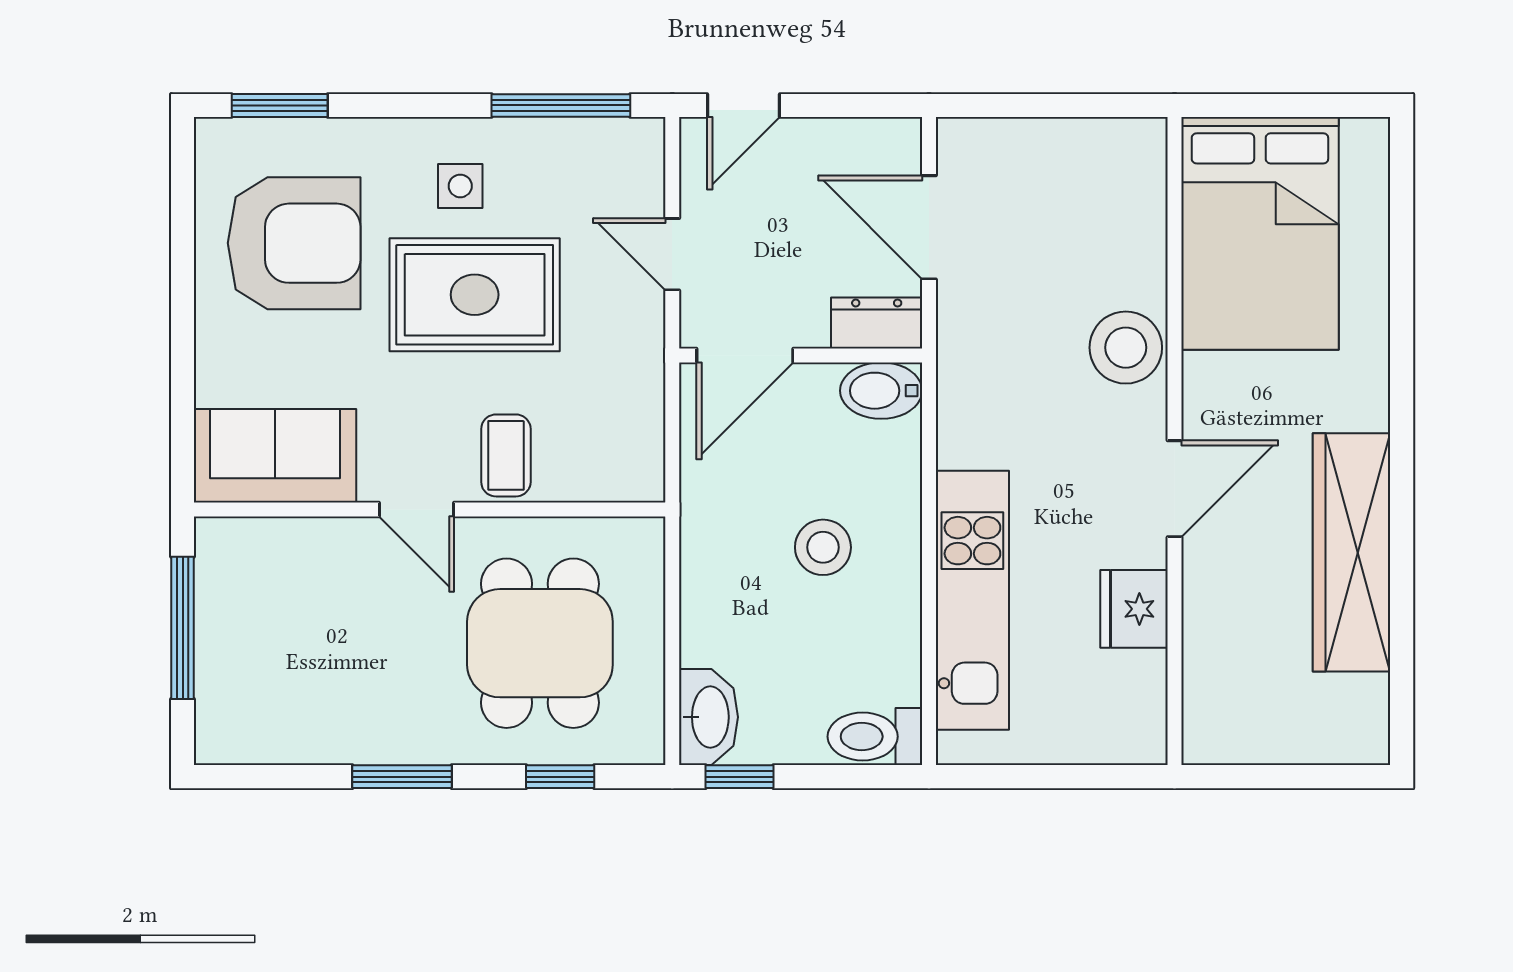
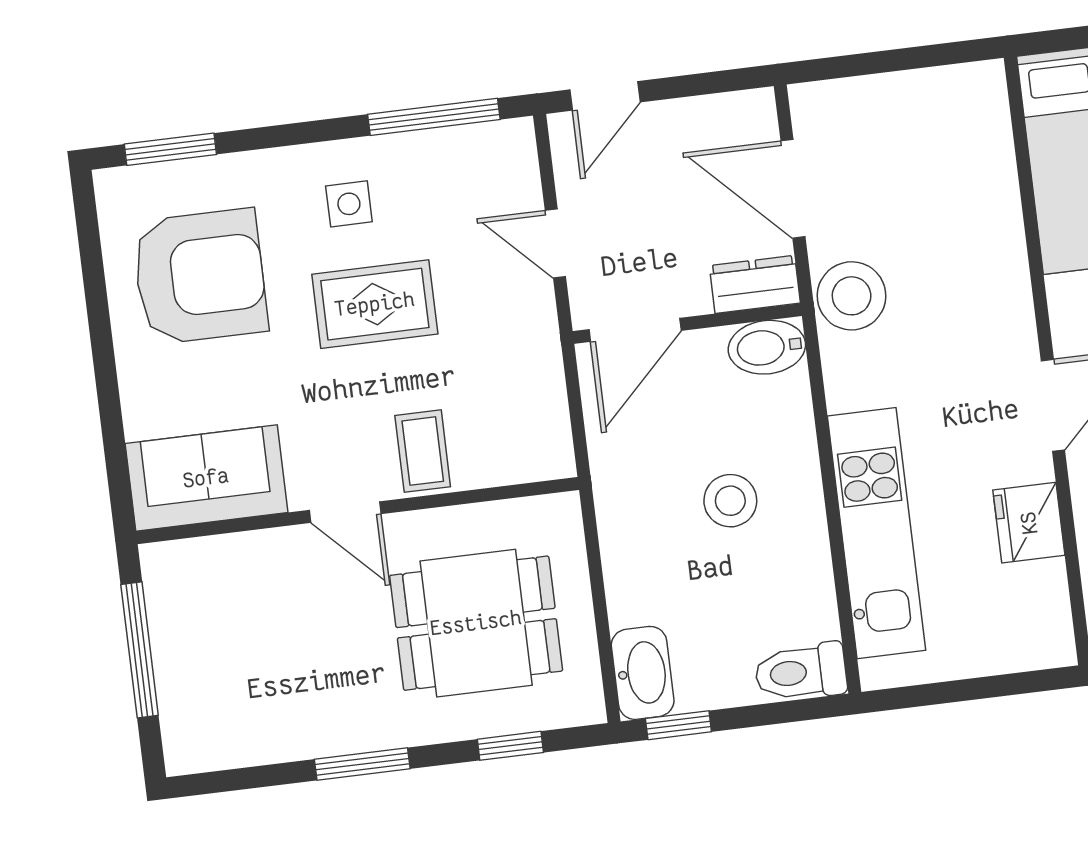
rug: (475, 295) -> (375, 304), width x0.73, depth x0.70
stool: (1126, 348) -> (852, 296), moved
dining table: (540, 643) -> (476, 623), turned 90

